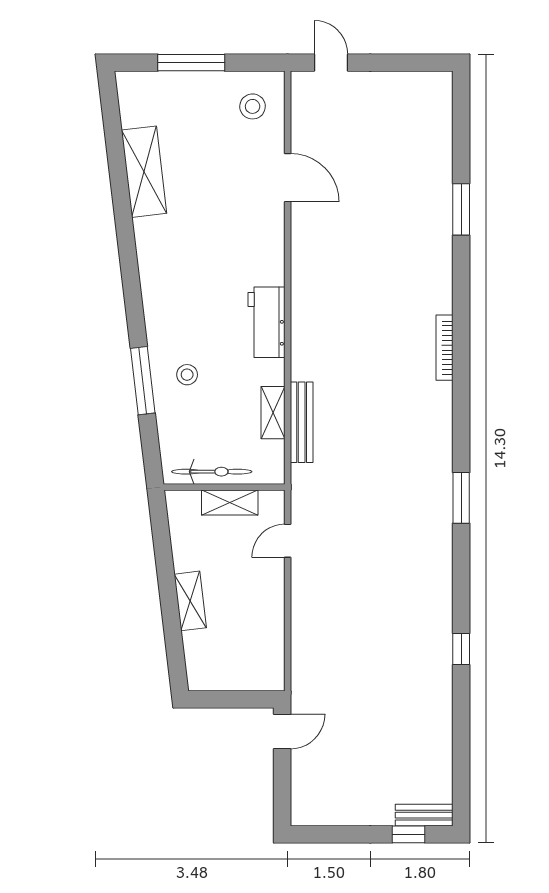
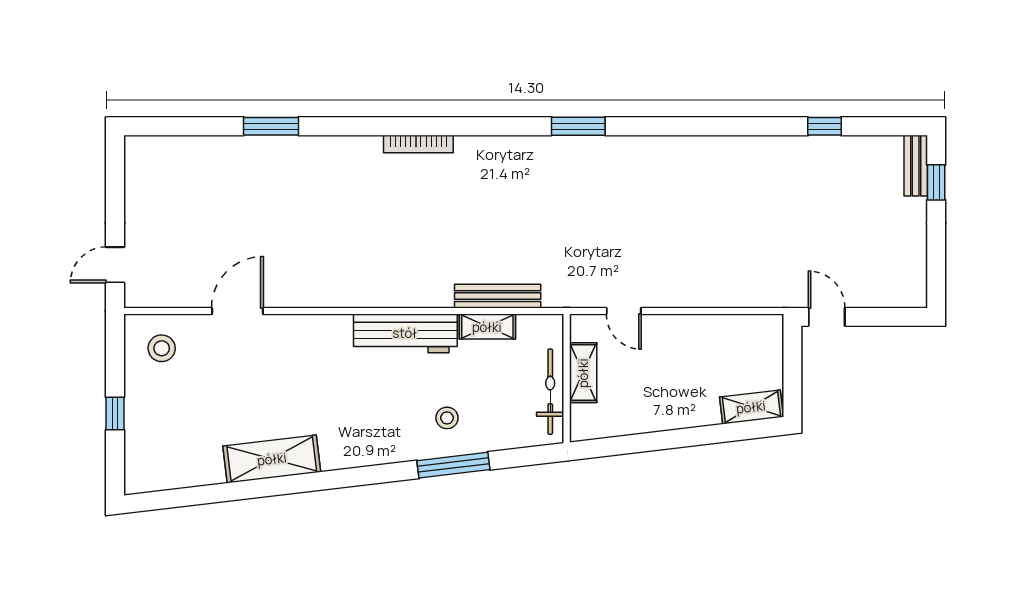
window: (191, 63) -> (115, 413), width x0.46
shelving: (144, 172) -> (272, 459), moved
workbench: (266, 322) -> (405, 333), width x1.37
shelving: (190, 601) -> (751, 407), moved
window: (461, 649) -> (825, 126), moved

